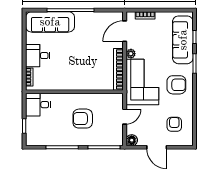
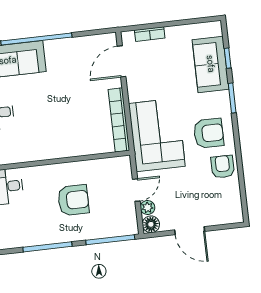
sofa: (183, 40) -> (211, 64), width x0.73
plant: (131, 54) -> (148, 208), moved
armchair: (83, 119) -> (73, 200), turned 180
armchair: (174, 124) -> (223, 167), moved

